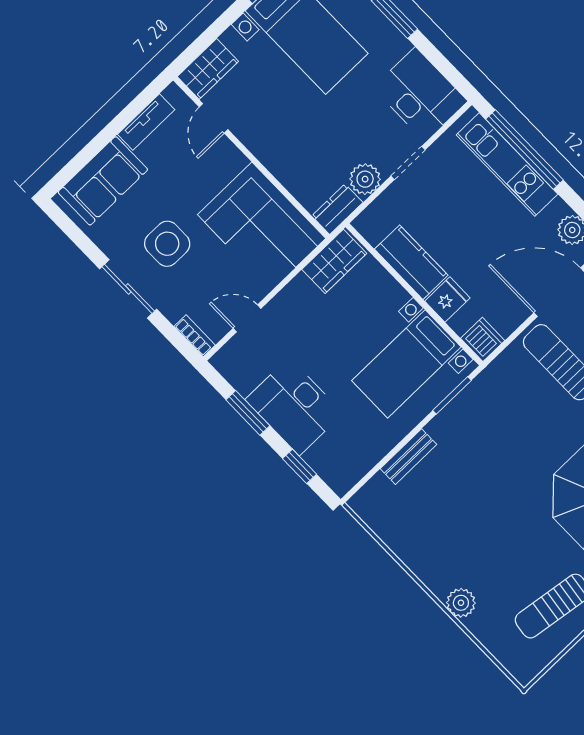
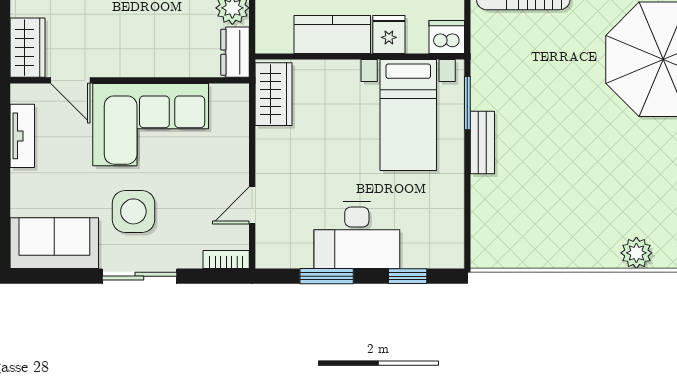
sofa: (103, 181) -> (54, 243), moved, turned -90
corner sofa: (262, 227) -> (151, 125), moved
bench: (408, 457) -> (482, 142), moved

